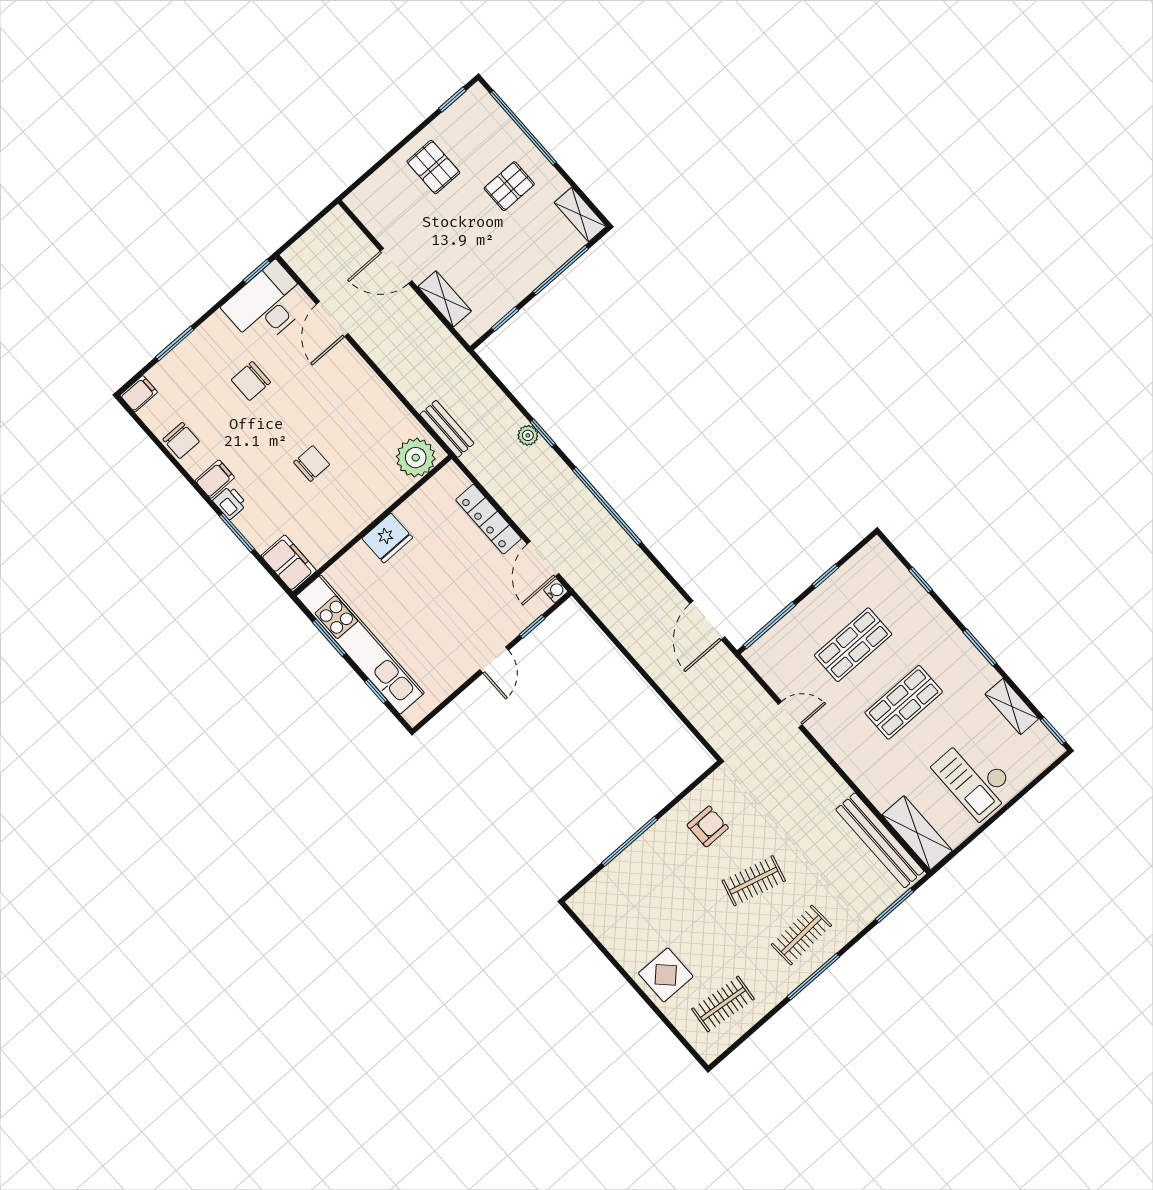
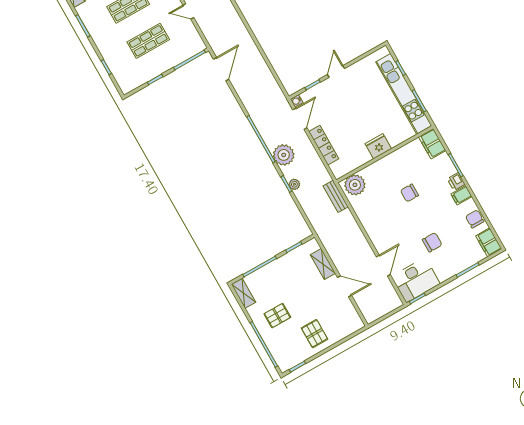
filing cabinet: (139, 394) -> (489, 242), width x2.00
plant: (559, 486) -> (284, 155), added

